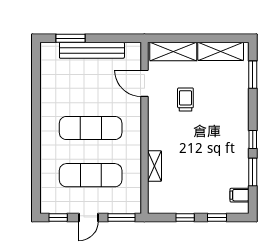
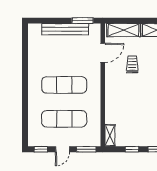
window: (70, 38) -> (83, 21), moved
door: (144, 83) -> (103, 53), swing flipped
shelving: (154, 166) -> (110, 135), moved

